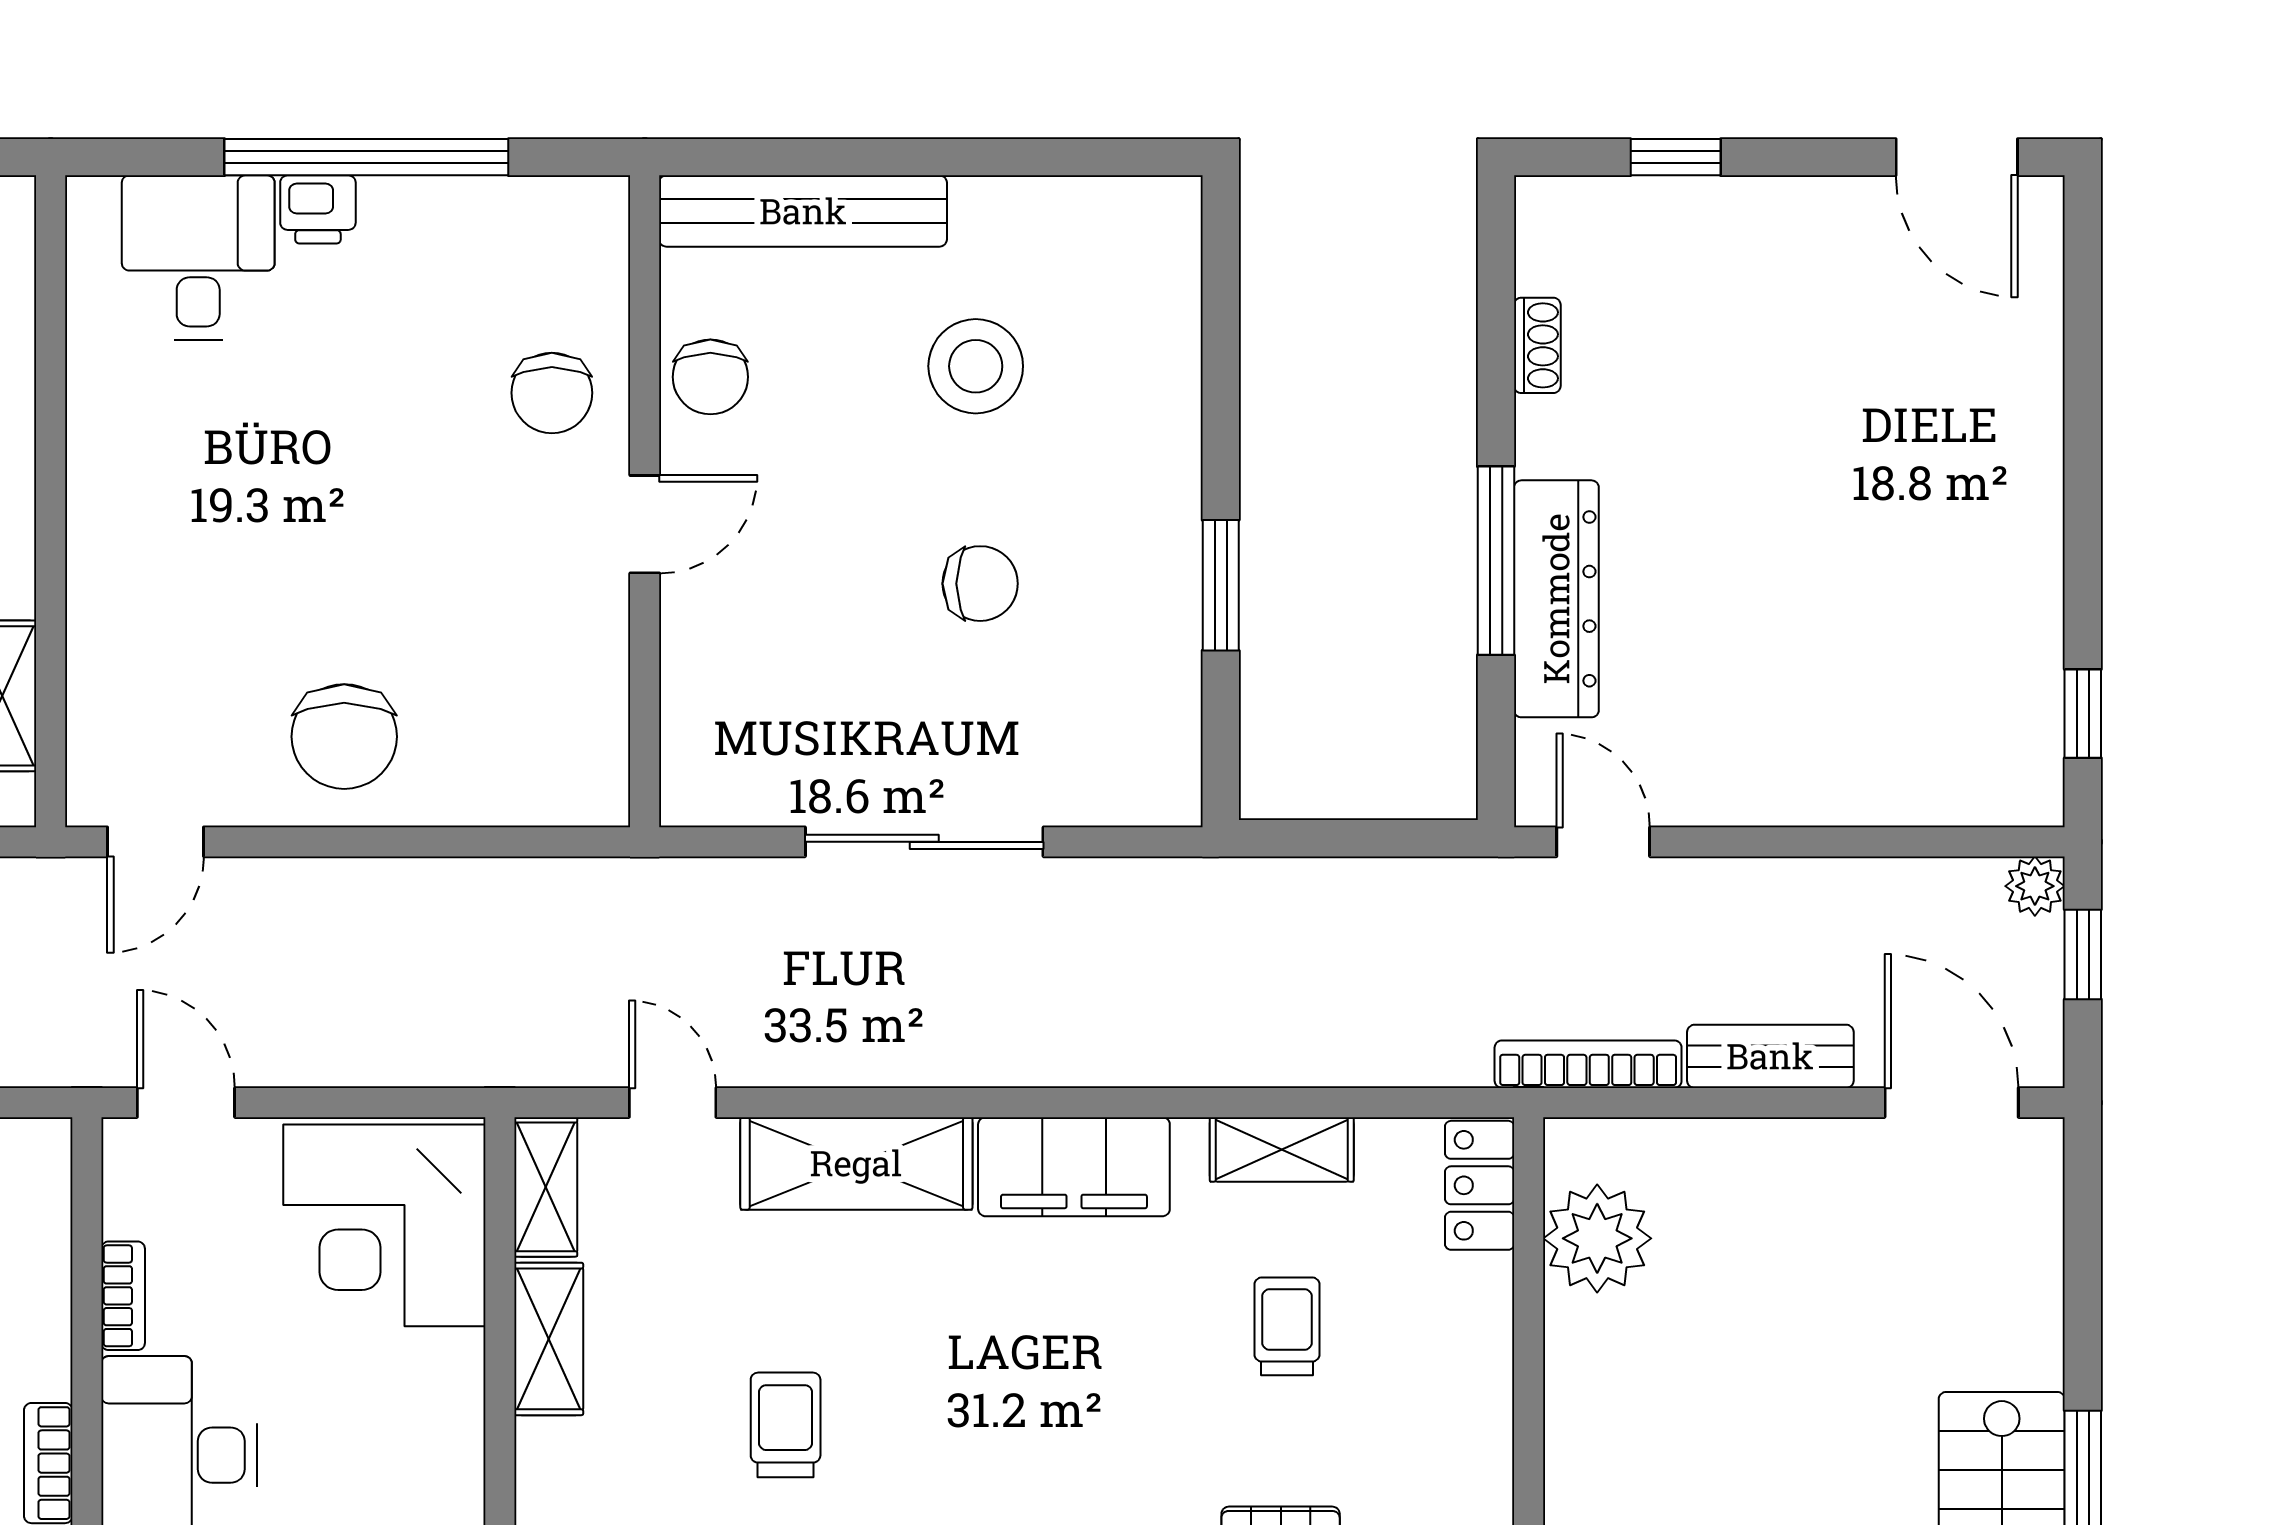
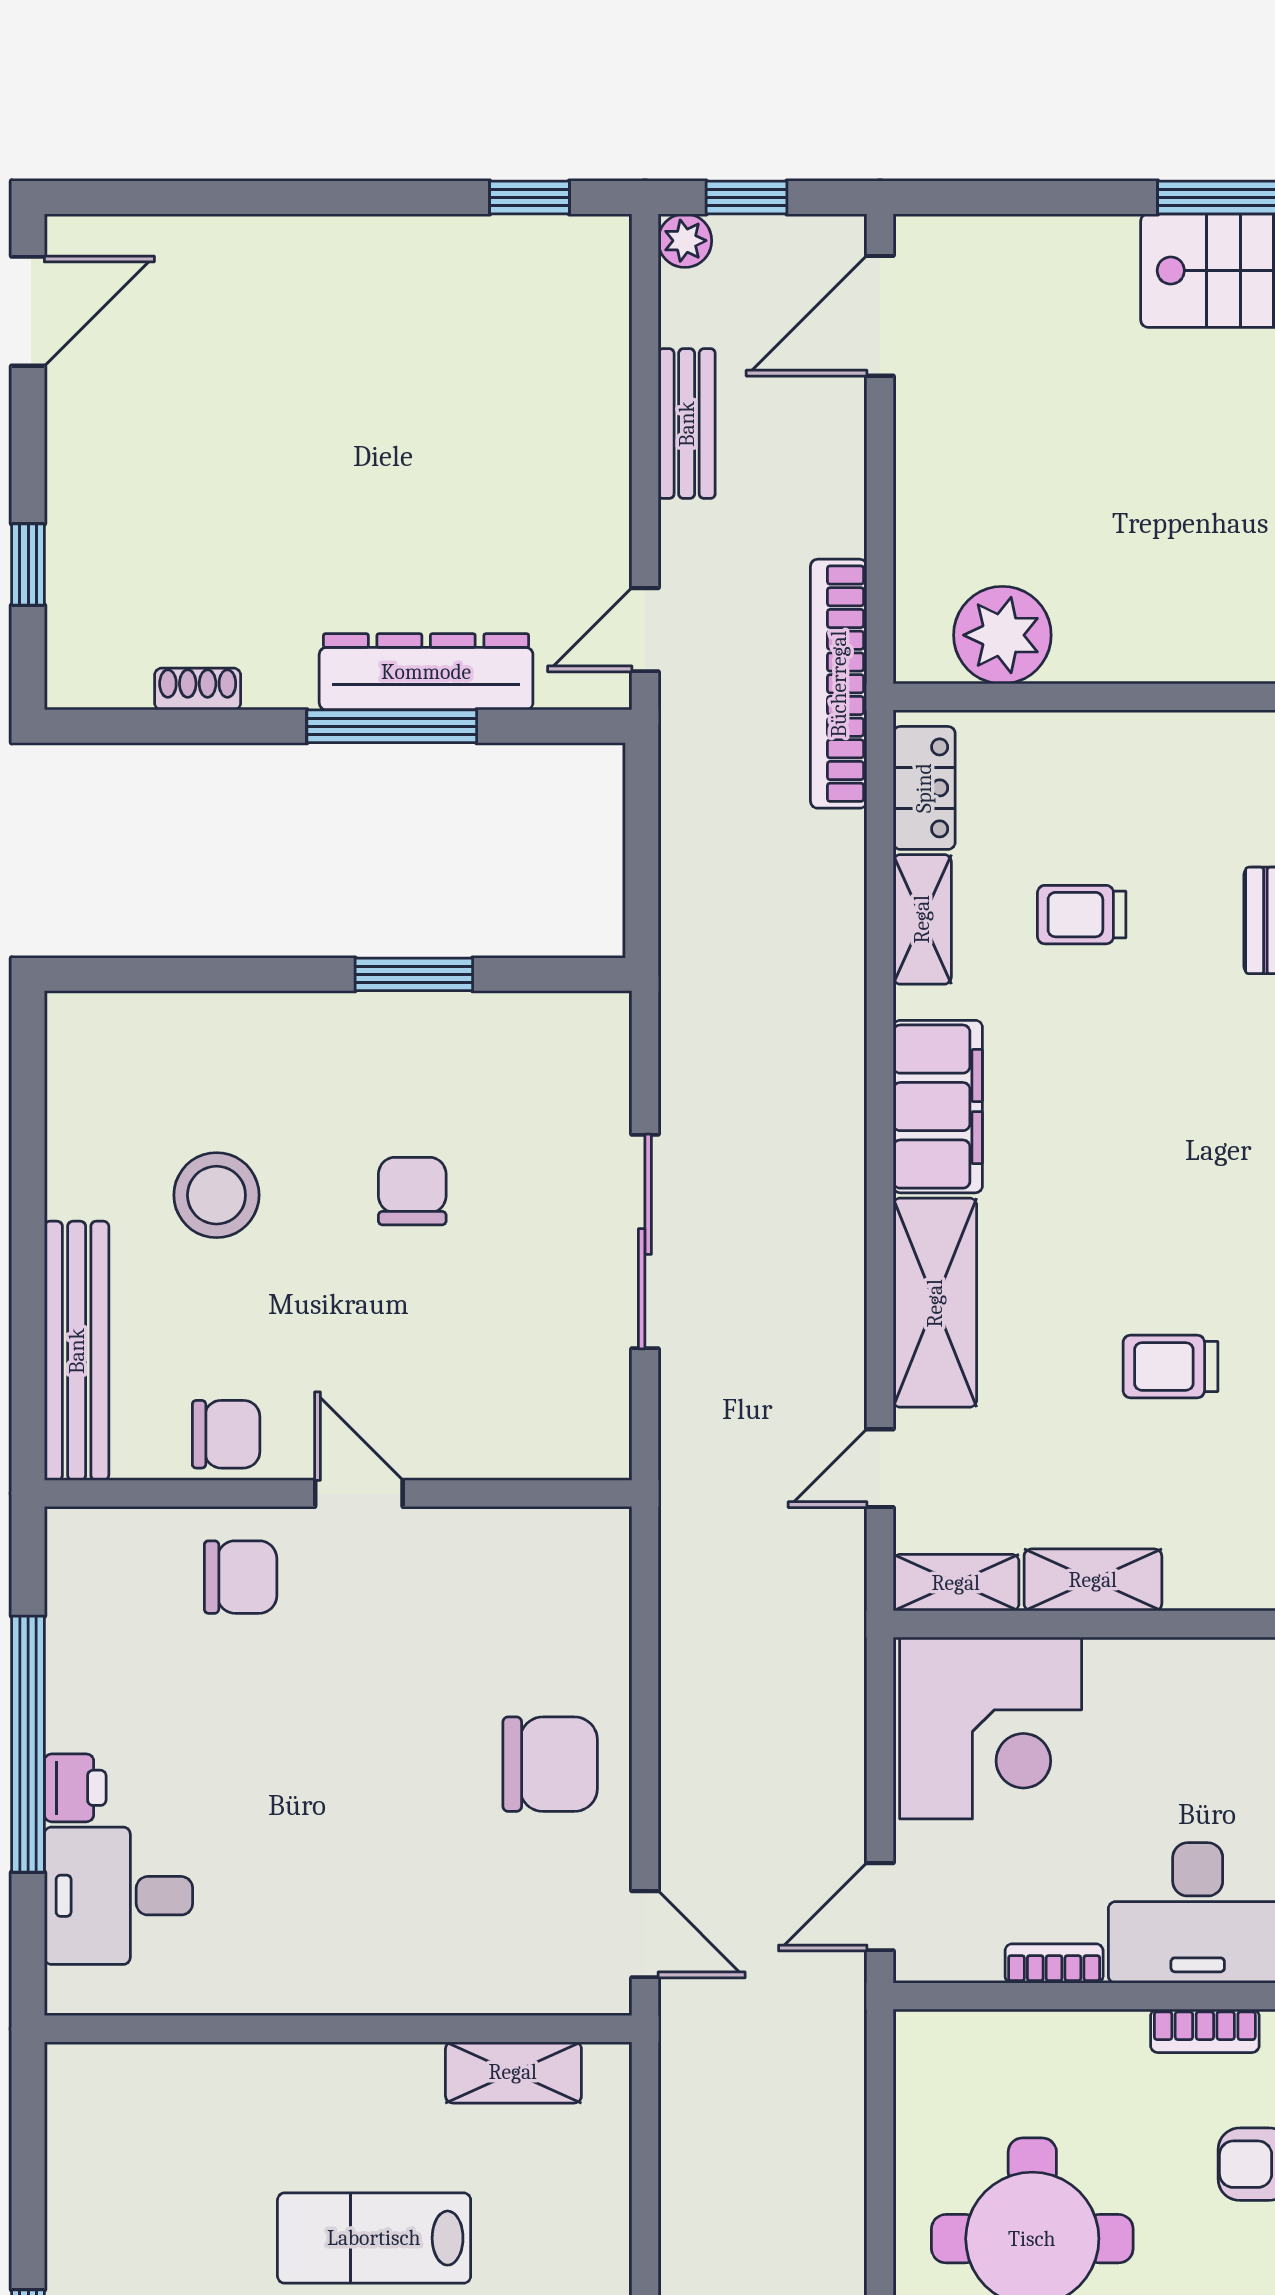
bench: (1770, 1056) -> (687, 424), moved
bookcase: (1588, 1064) -> (839, 684), width x1.48, depth x1.31
locker: (1480, 1185) -> (924, 788), moved, turned -90

